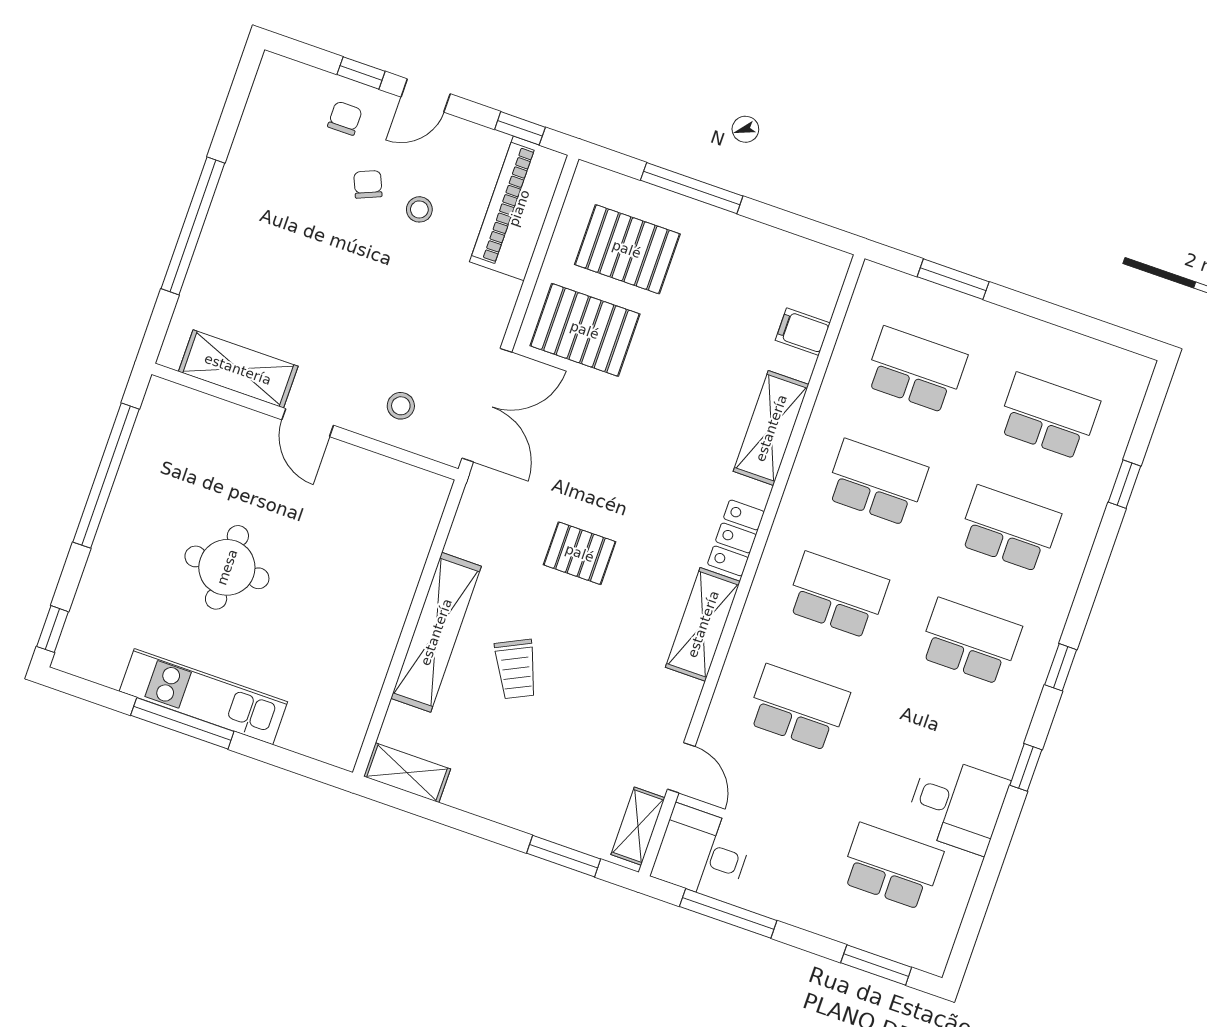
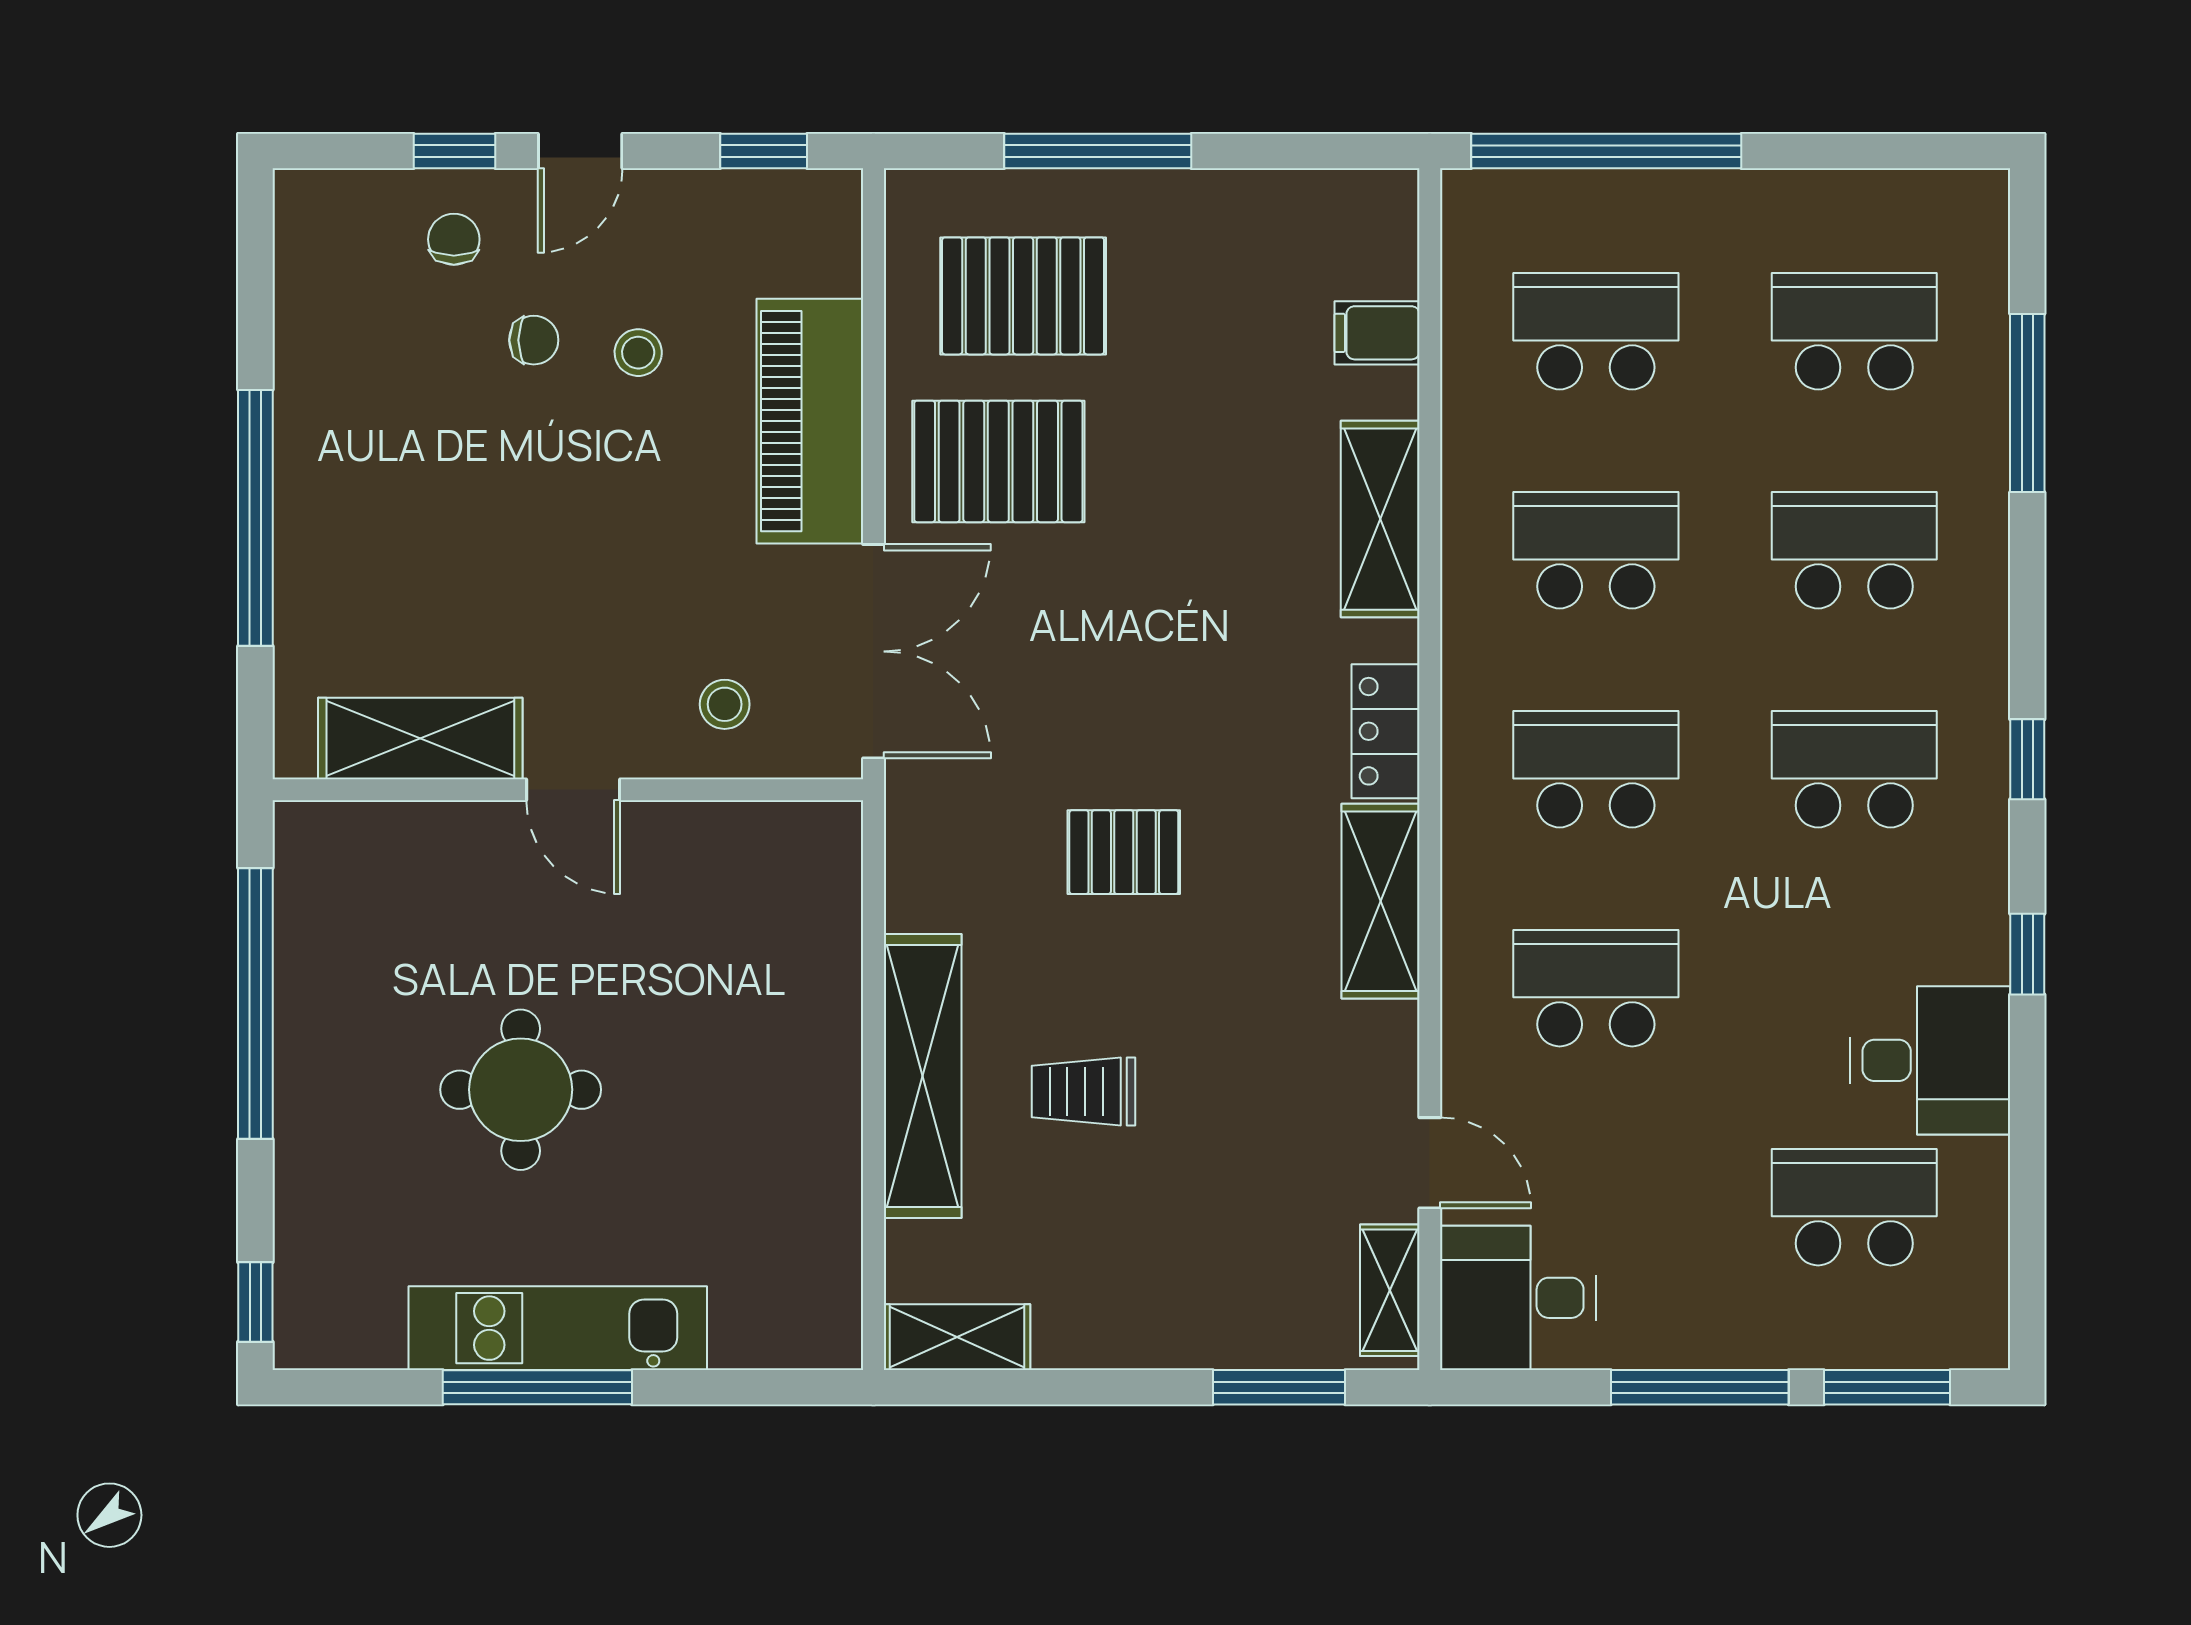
chair: (368, 184) -> (534, 340), turned 113
piano: (519, 208) -> (810, 421), moved
window: (953, 279) -> (1606, 151), width x2.11
window: (1124, 484) -> (2027, 403), width x2.17
trolley: (516, 669) -> (1083, 1092), turned 116
window: (728, 913) -> (1700, 1387), moved

